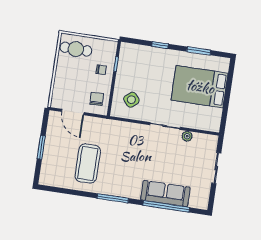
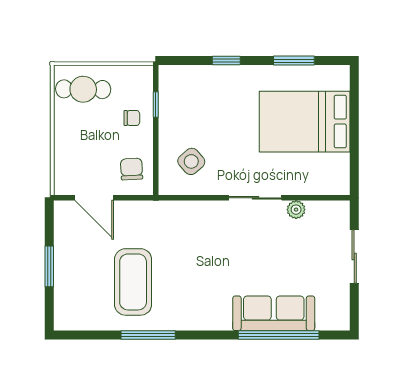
window: (113, 198) -> (148, 335), moved

